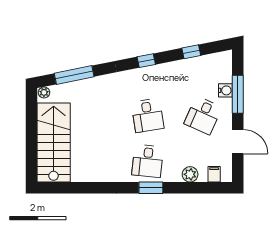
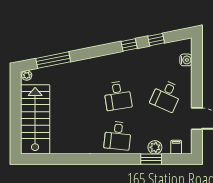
window: (146, 61) -> (129, 45), moved
water cooler: (225, 90) -> (186, 60), moved
window: (238, 94) -> (197, 77), removed
window: (151, 188) -> (151, 159), moved

